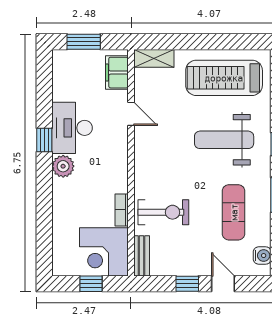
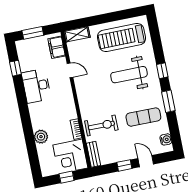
window: (44, 140) -> (15, 68), moved
plant: (63, 166) -> (41, 137), moved
exercise mat: (234, 212) -> (143, 117), turned 90

